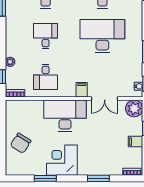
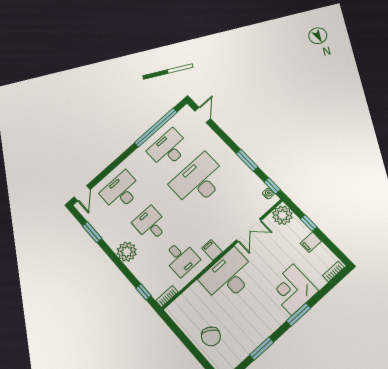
plant: (10, 62) -> (127, 252), moved, width x1.88, depth x1.88
filing cabinet: (82, 90) -> (212, 250), moved
corner desk: (62, 160) -> (292, 290), moved
window: (98, 178) -> (299, 315), moved

